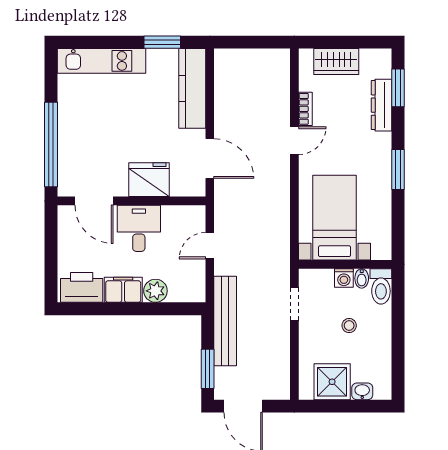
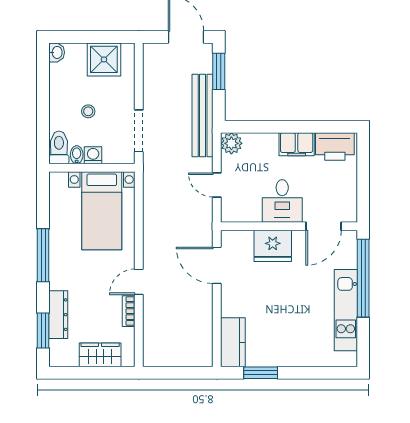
kitchen unit: (102, 61) -> (346, 310), moved, turned -90
kitchen counter: (192, 88) -> (233, 342), width x0.67
window: (398, 169) -> (43, 255), width x1.44
door: (94, 201) -> (324, 226), swing flipped
door: (210, 246) -> (217, 185), swing flipped
plant: (155, 291) -> (231, 143), moved
doorway: (294, 304) -> (139, 131), width x1.38
washbasin: (362, 391) -> (57, 52), moved, turned -90

